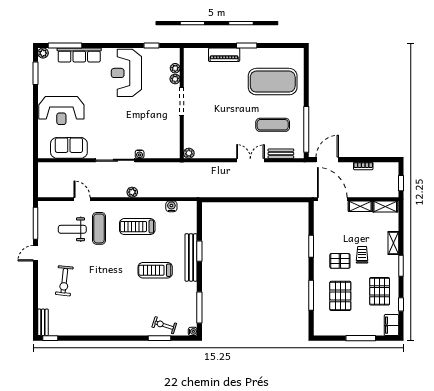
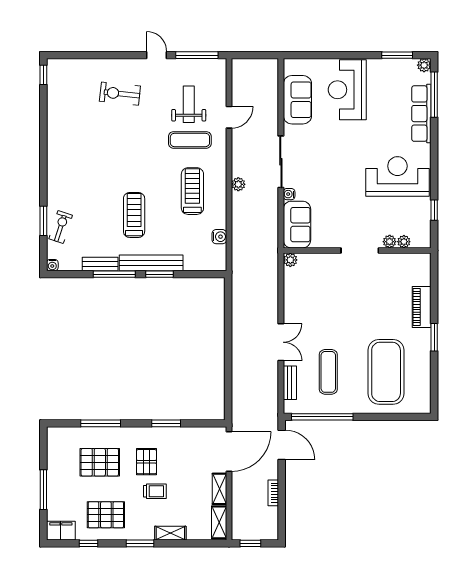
sofa: (162, 148) -> (297, 225), added
window: (199, 307) -> (114, 274), moved
bench: (43, 322) -> (100, 264), moved

